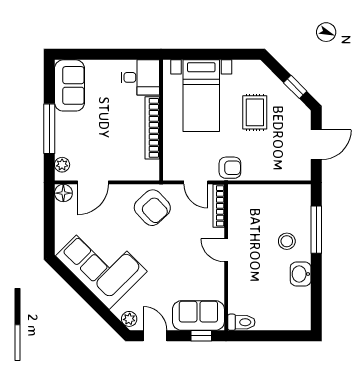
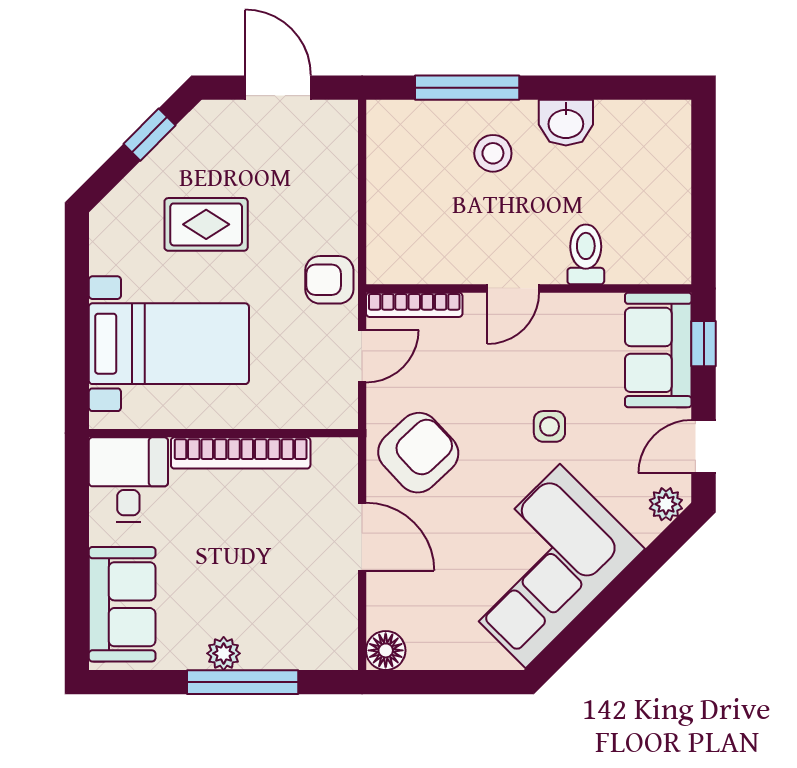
sofa: (69, 85) -> (122, 604), moved, turned 90
plant: (62, 165) -> (224, 653), moved
armchair: (230, 168) -> (329, 280), turned -90
door: (93, 182) -> (362, 537), moved
side table: (164, 267) -> (549, 426), added
toilet: (241, 322) -> (586, 254), moved

